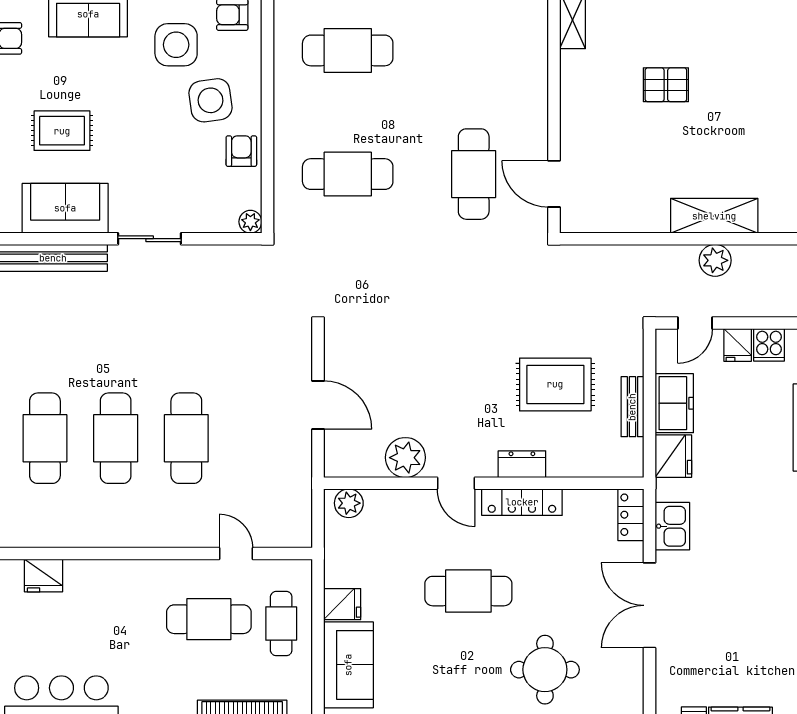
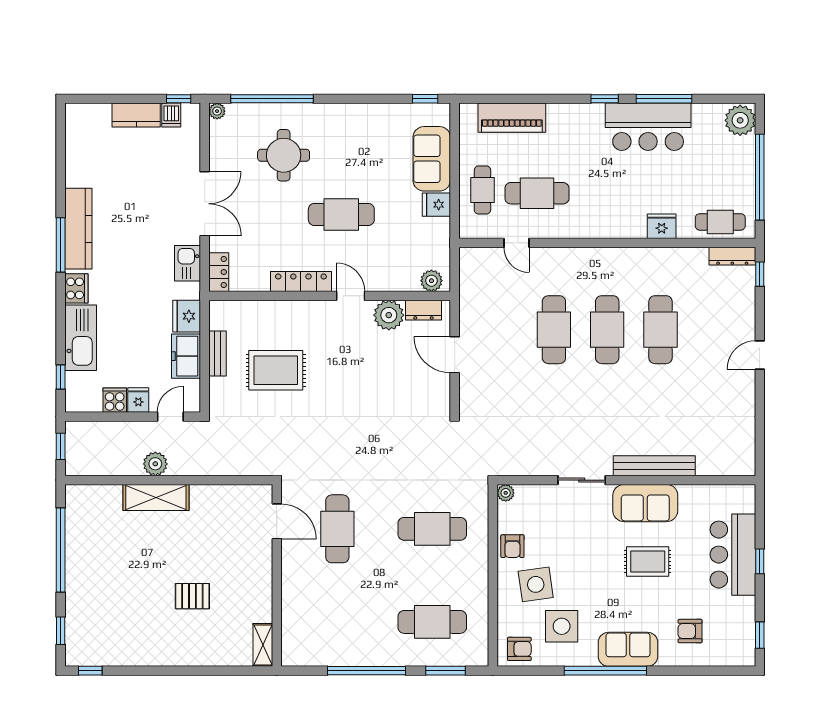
dresser: (522, 464) -> (423, 310), moved

